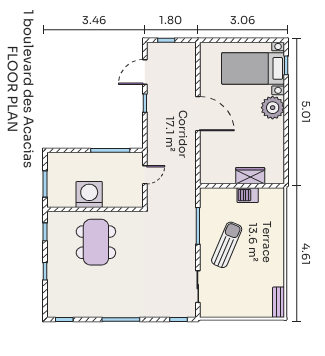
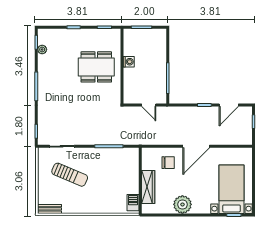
door: (145, 72) -> (229, 105), swing flipped
plant: (273, 108) -> (182, 204), moved
chair: (219, 150) -> (168, 163), added
wardrobe: (250, 176) -> (148, 187), width x1.50
washing machine: (89, 194) -> (129, 62), width x0.53, depth x0.53
barbecue: (248, 195) -> (133, 203), moved
sun lounger: (227, 245) -> (70, 175), moved
plant: (73, 312) -> (42, 50), added

